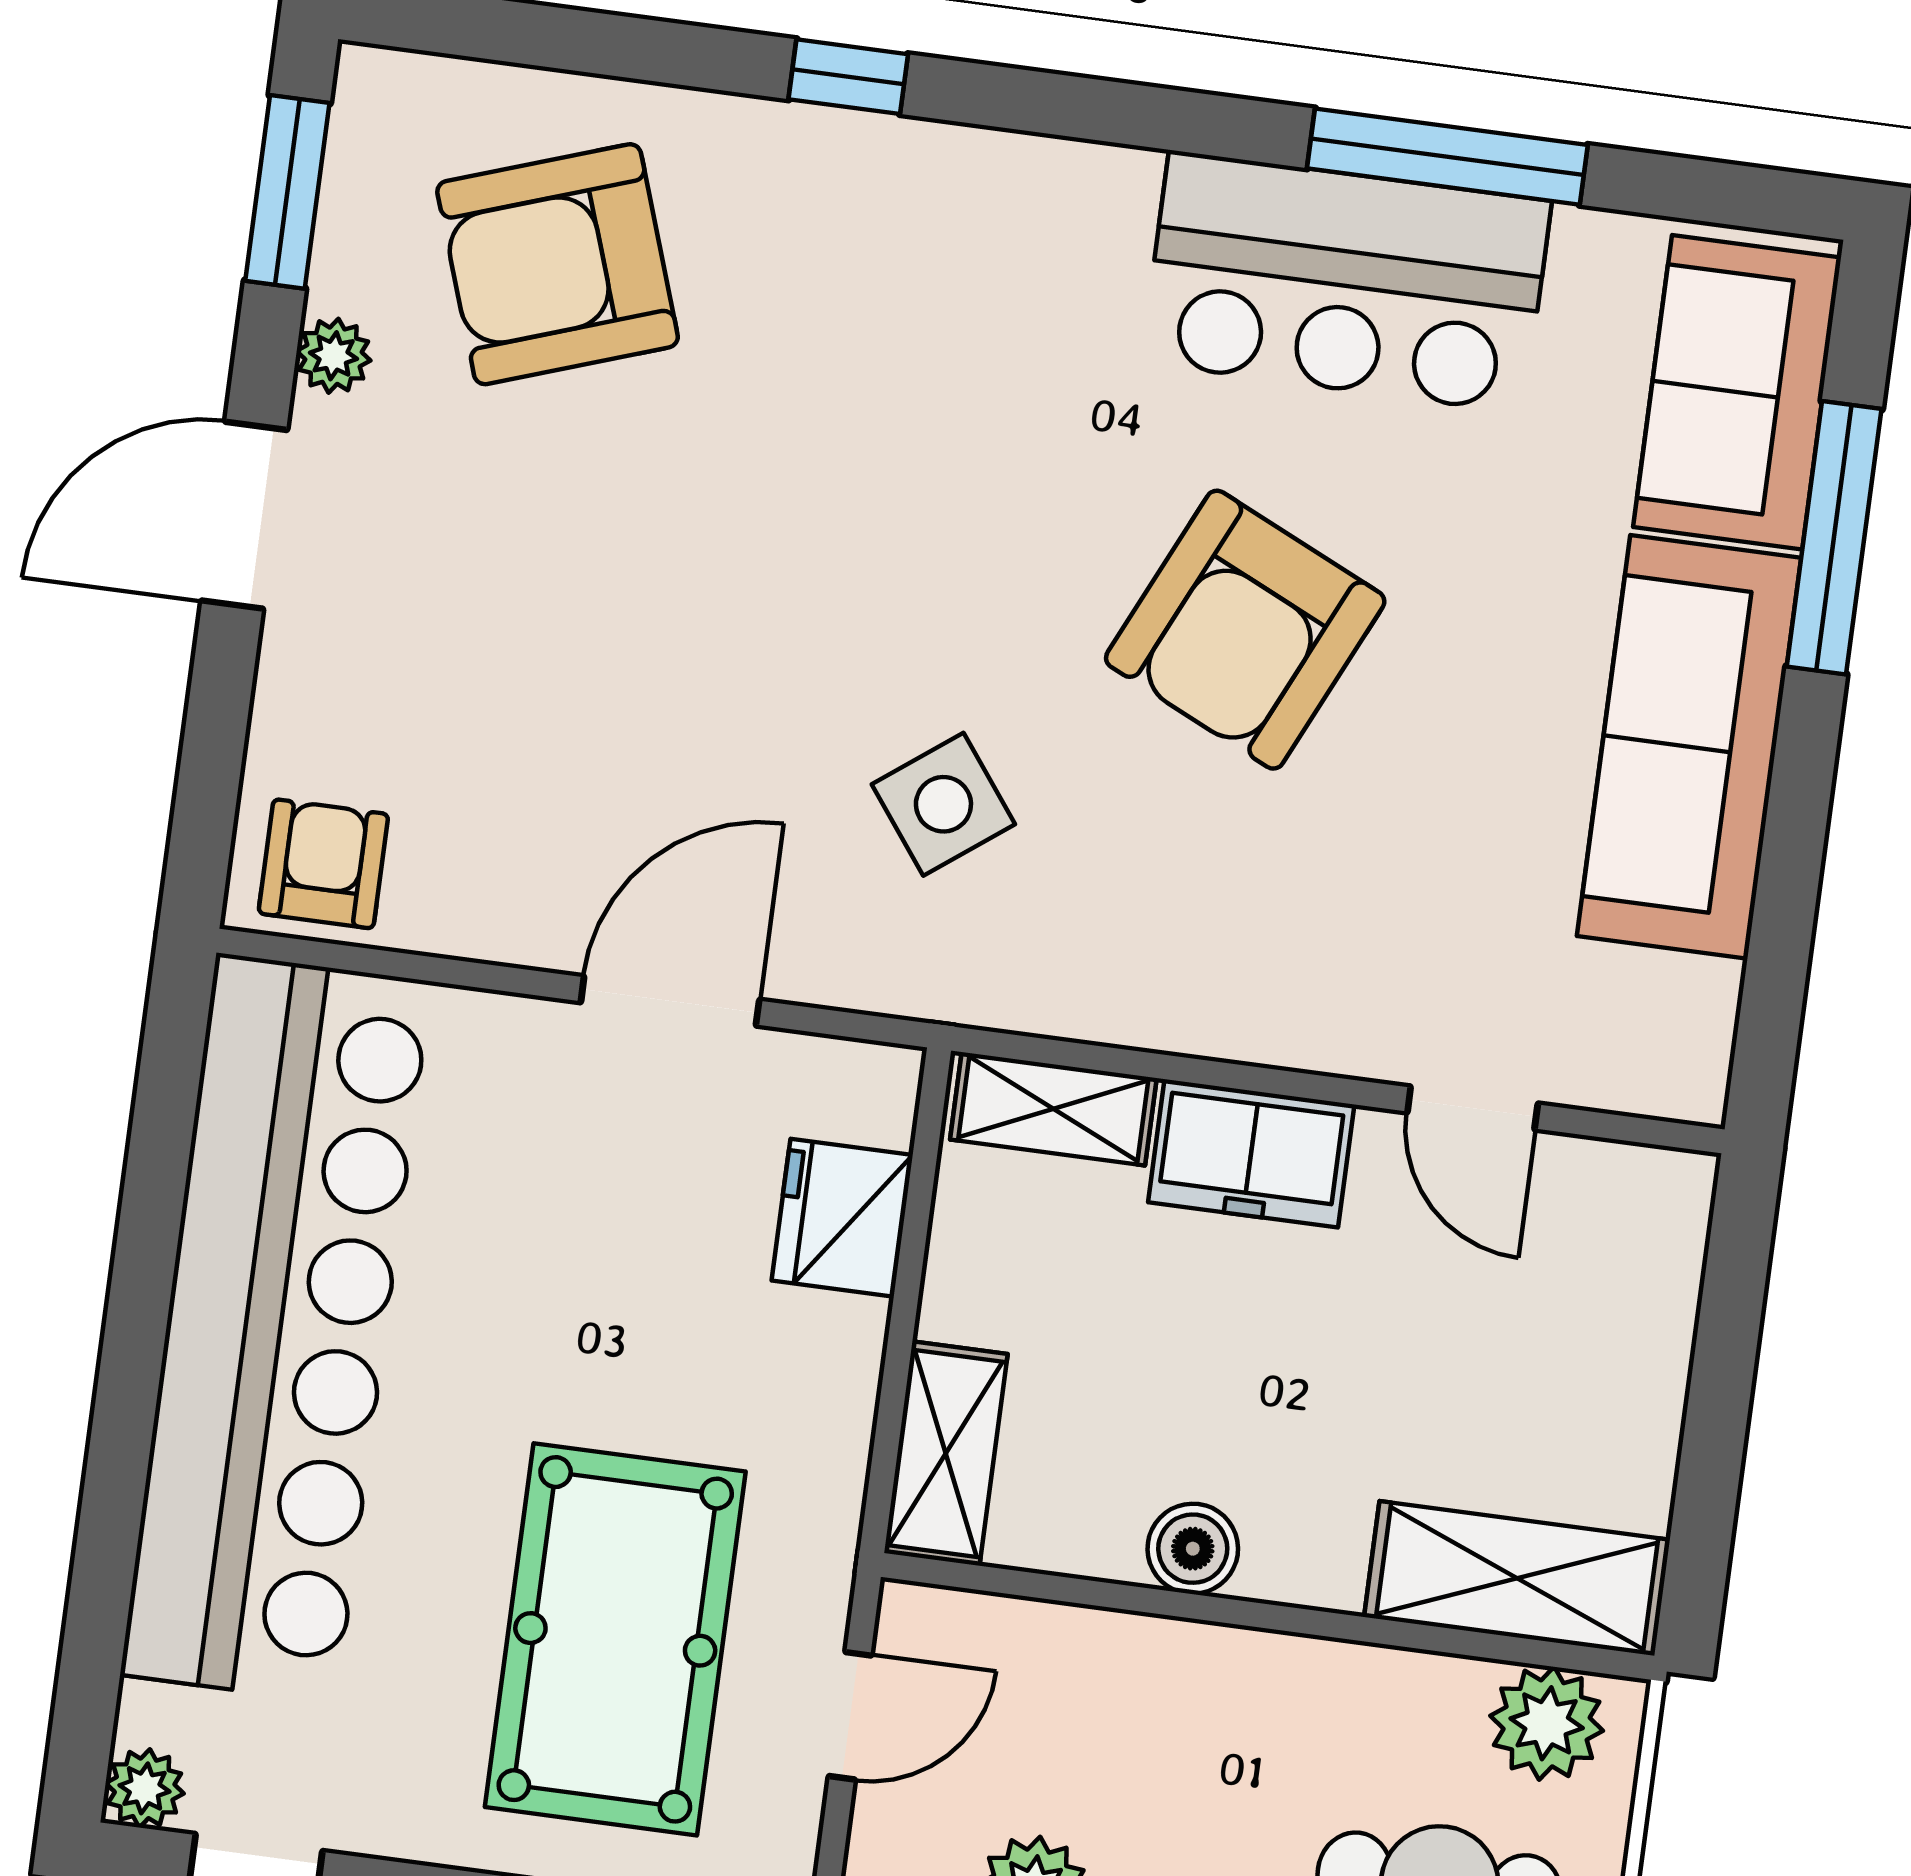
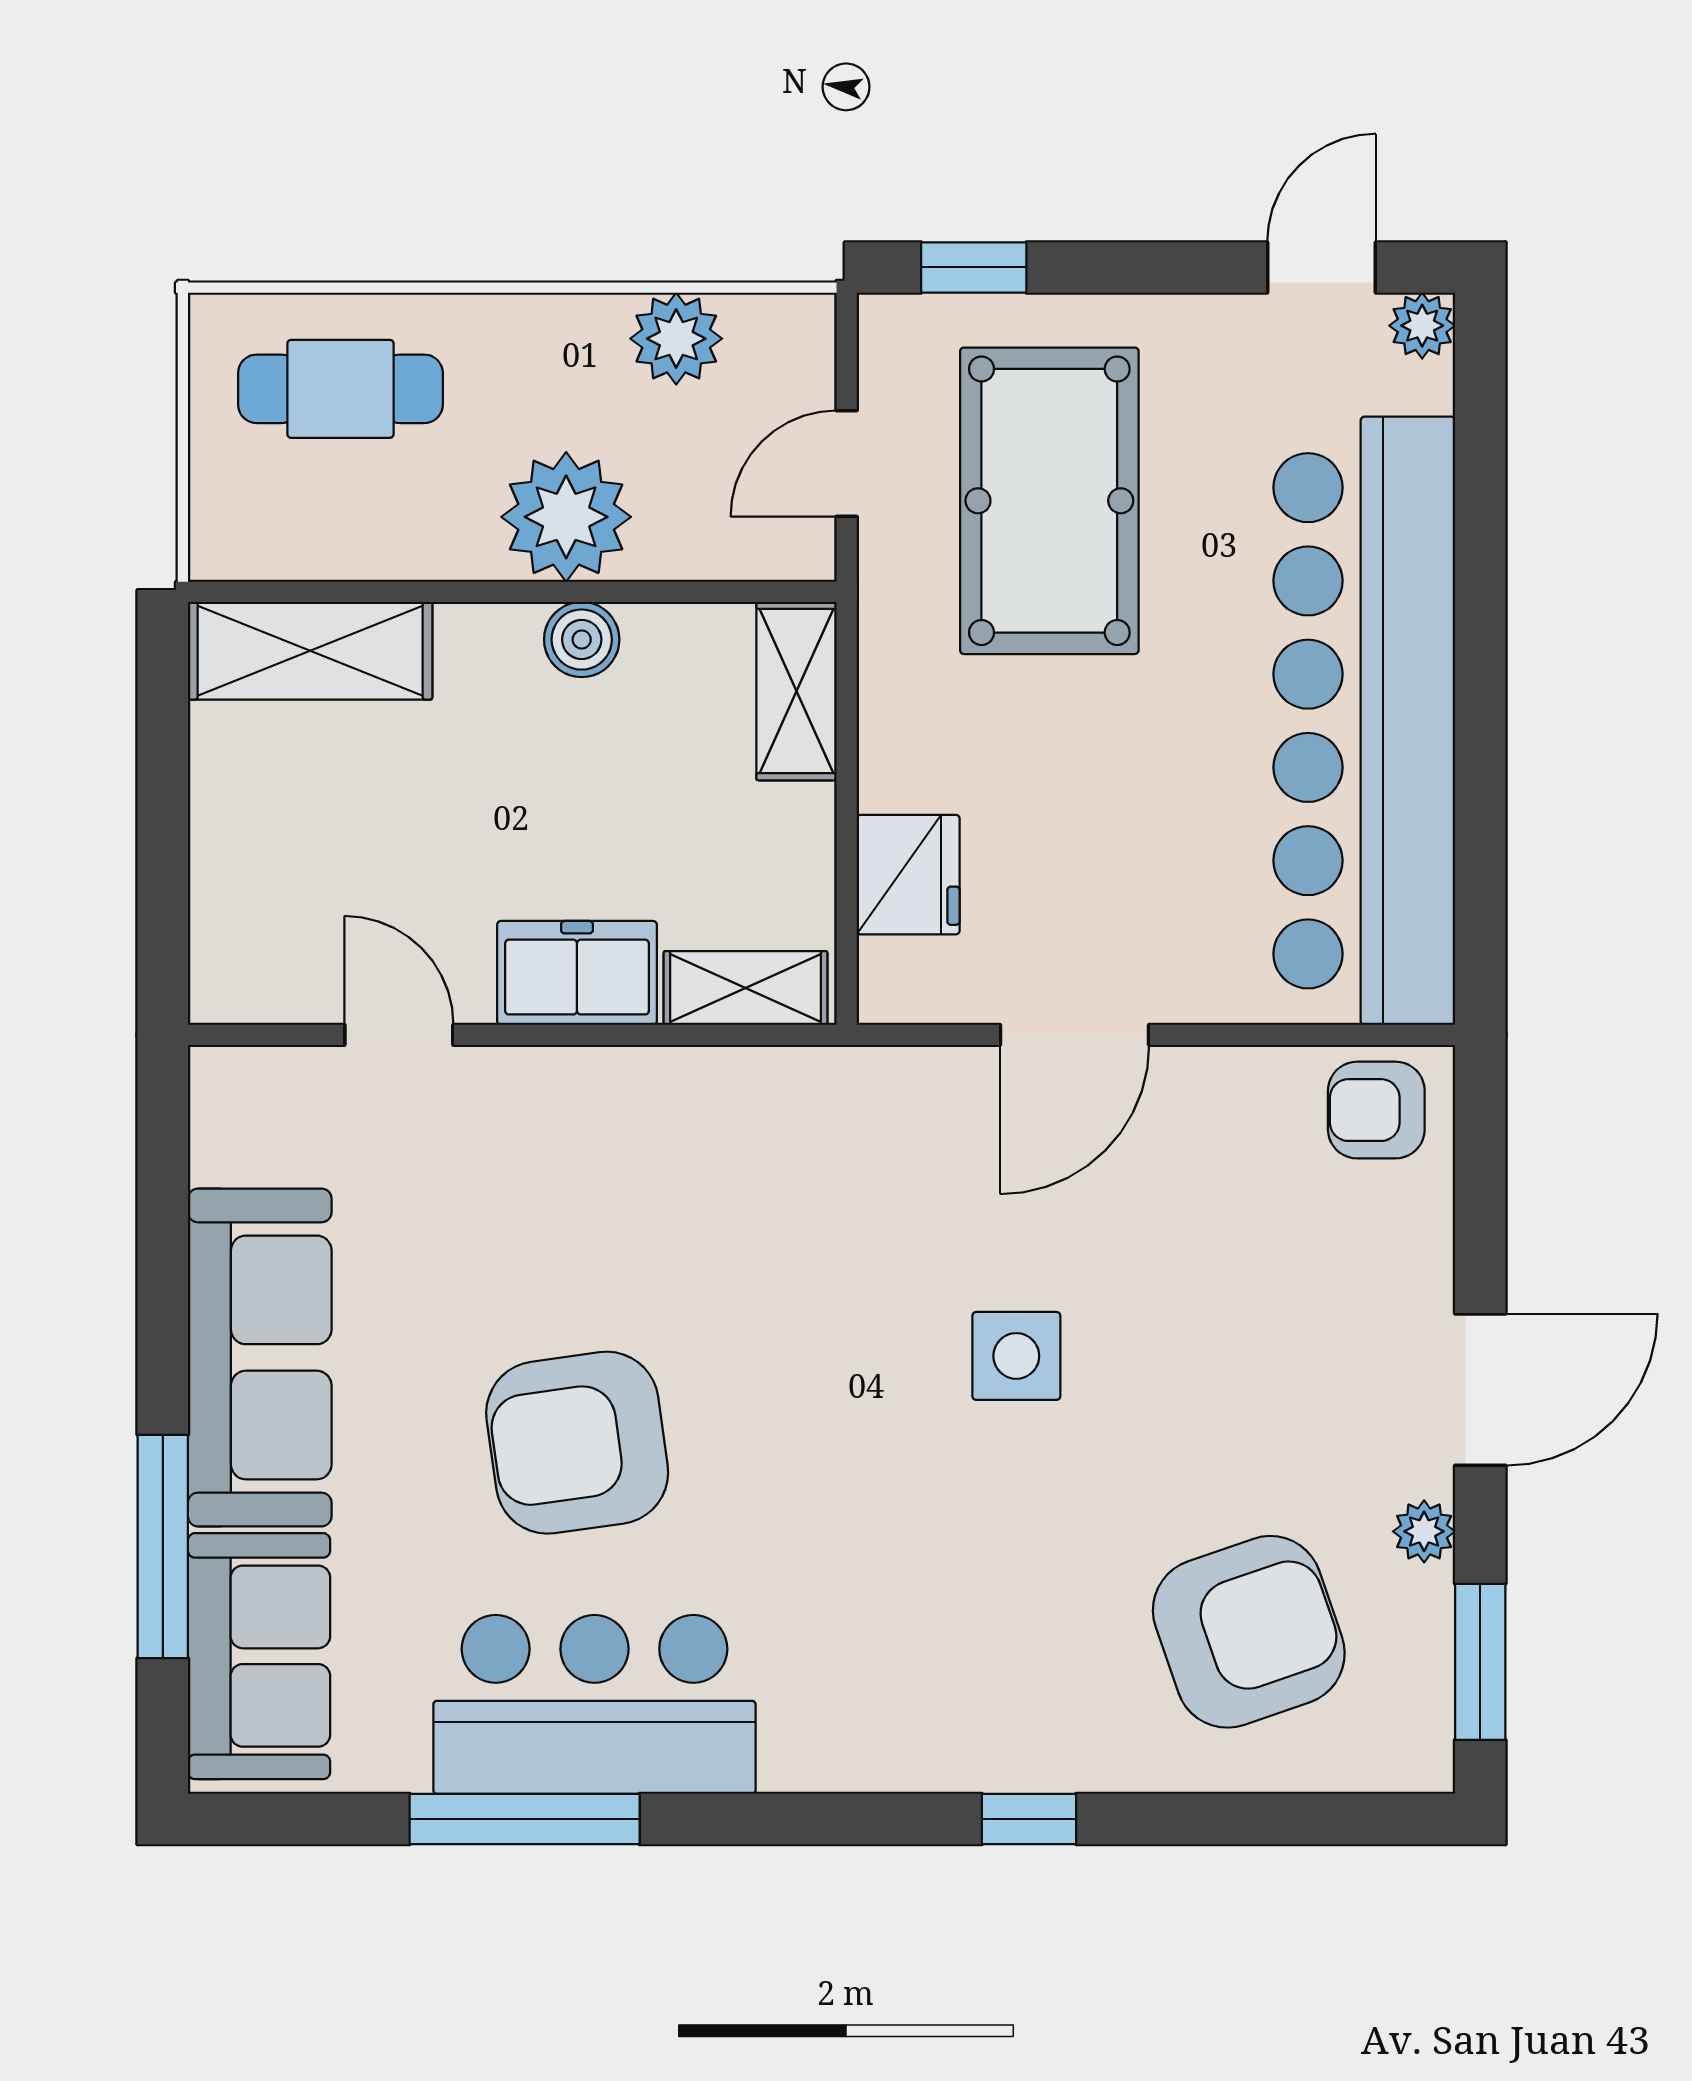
armchair: (1245, 630) -> (577, 1443), moved, turned -123
side table: (943, 804) -> (1016, 1356), moved, turned 37
armchair: (323, 864) -> (1376, 1110), turned 90
plant: (1547, 1723) -> (566, 517), moved, width x1.36, depth x1.36

